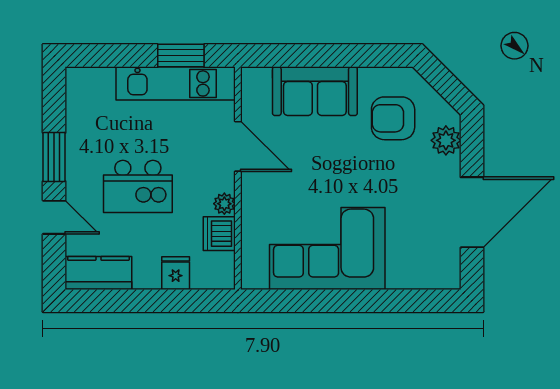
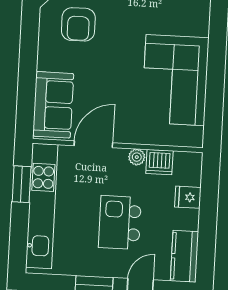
kitchen unit: (176, 83) -> (42, 206), width x1.36
sofa: (315, 91) -> (53, 105), moved
kitchen island: (138, 186) -> (120, 222), turned 180

